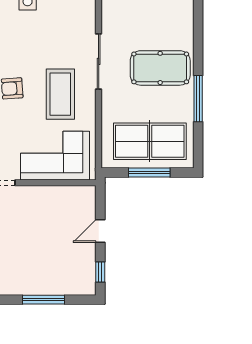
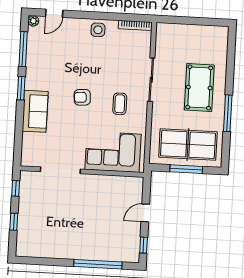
pool table: (160, 68) -> (199, 87), turned 90
coffee table: (60, 94) -> (120, 104), width x0.54, depth x0.58
window: (44, 300) -> (98, 264), width x1.46

